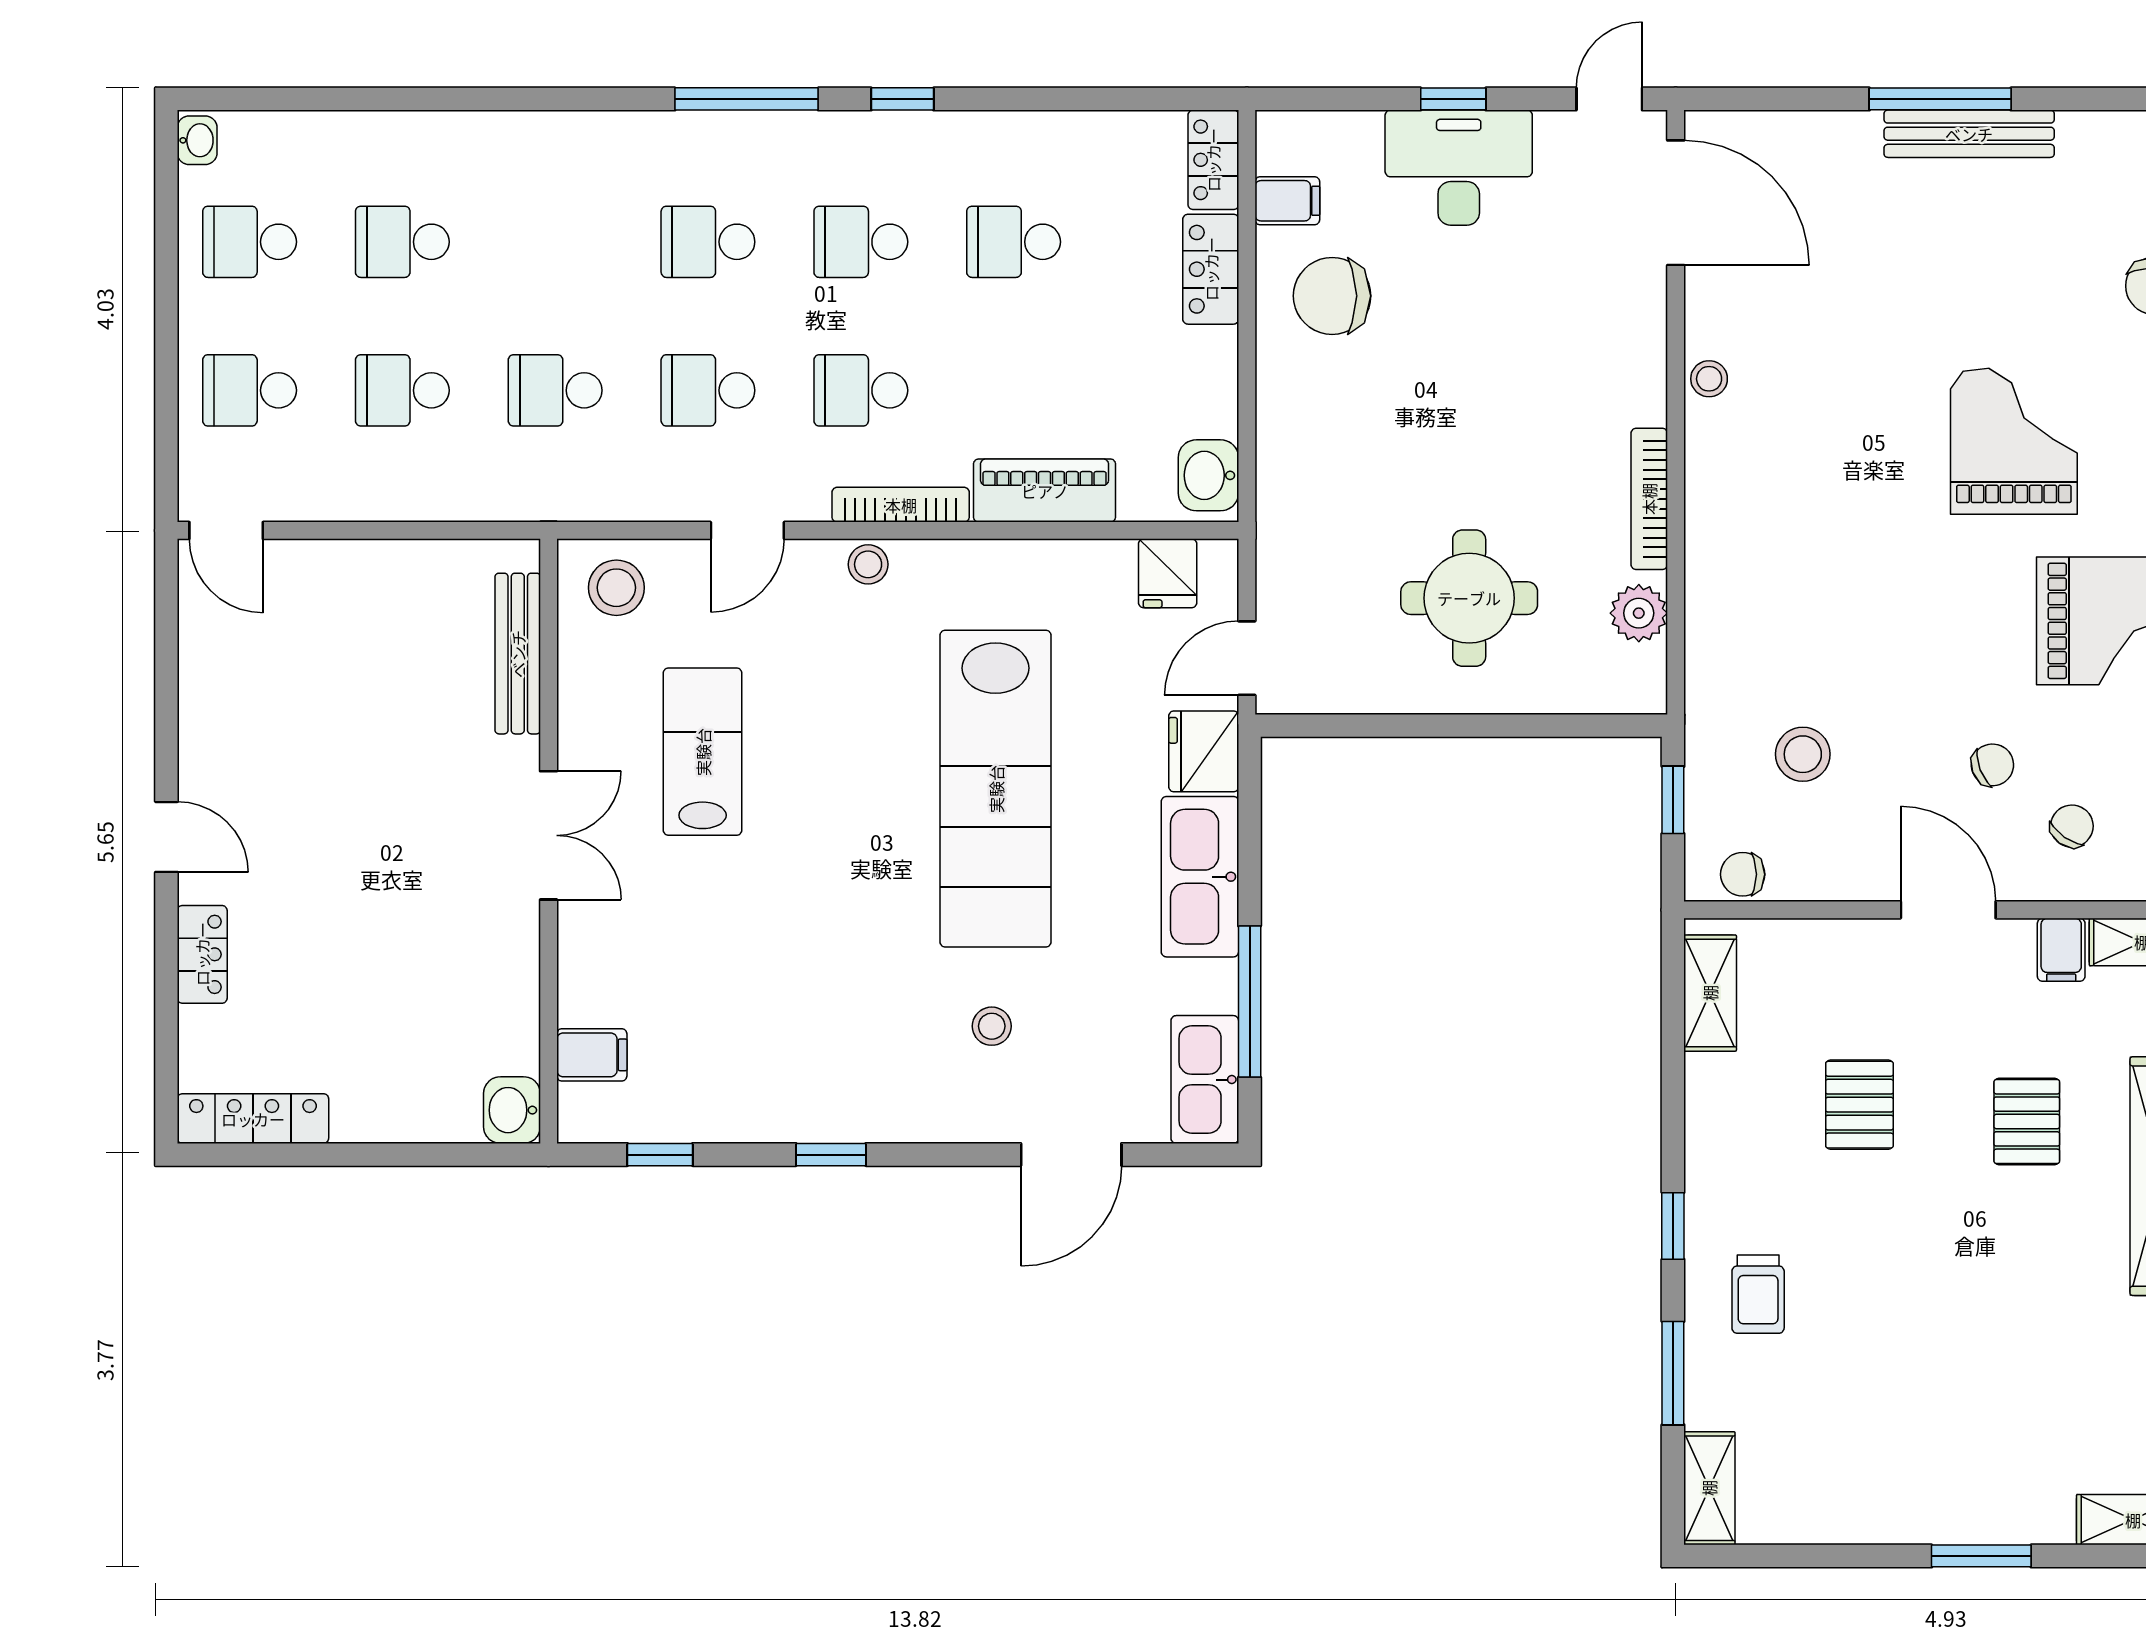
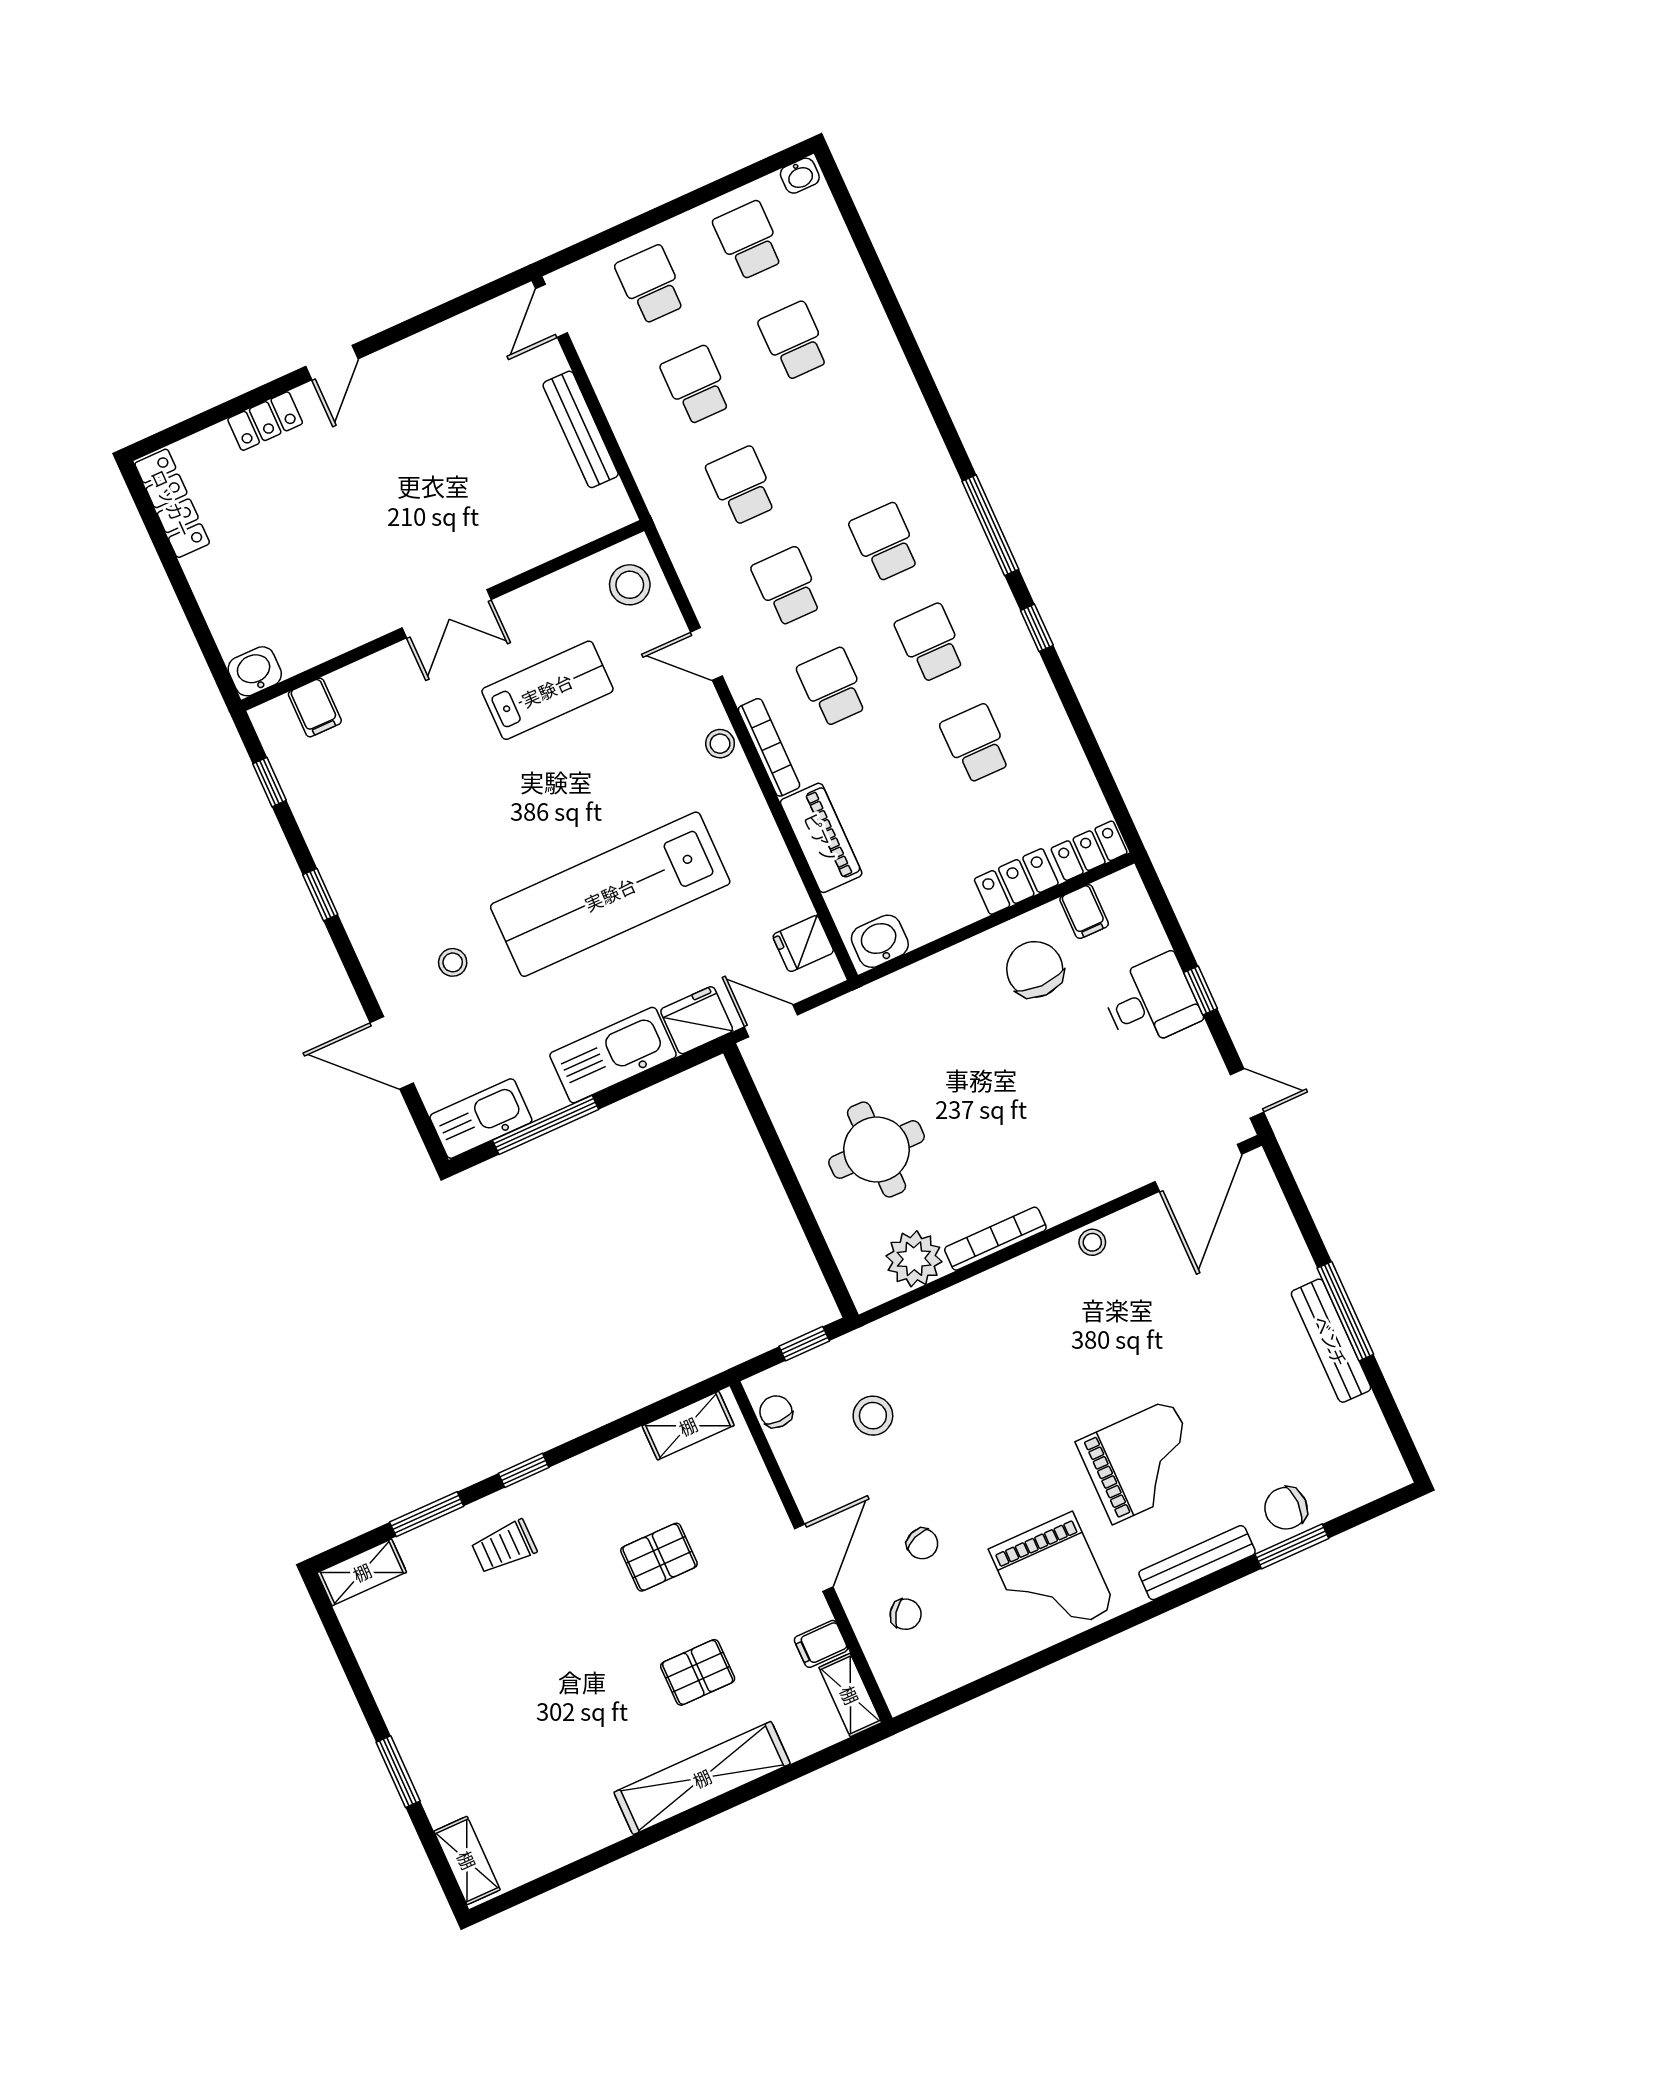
desk: (1459, 168) -> (1151, 1001), width x0.73
plant: (1639, 613) -> (914, 1259), width x1.36, depth x1.36
bench: (518, 654) -> (581, 429), moved, turned 90

